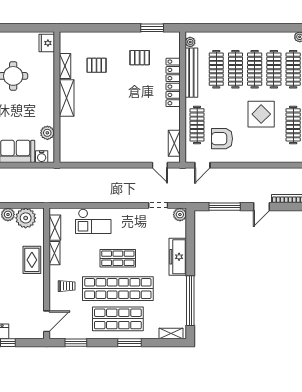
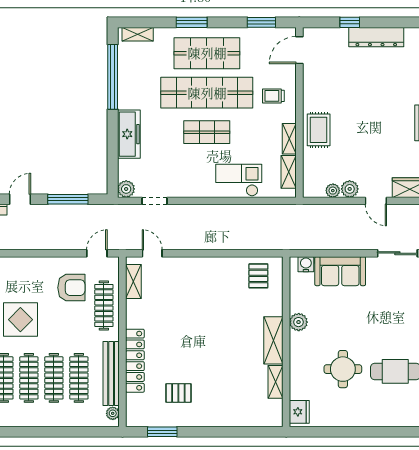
pallet: (97, 65) -> (258, 276), moved, turned 90
plant: (47, 133) -> (299, 322), moved
plant: (26, 218) -> (333, 191), width x0.53, depth x0.53

